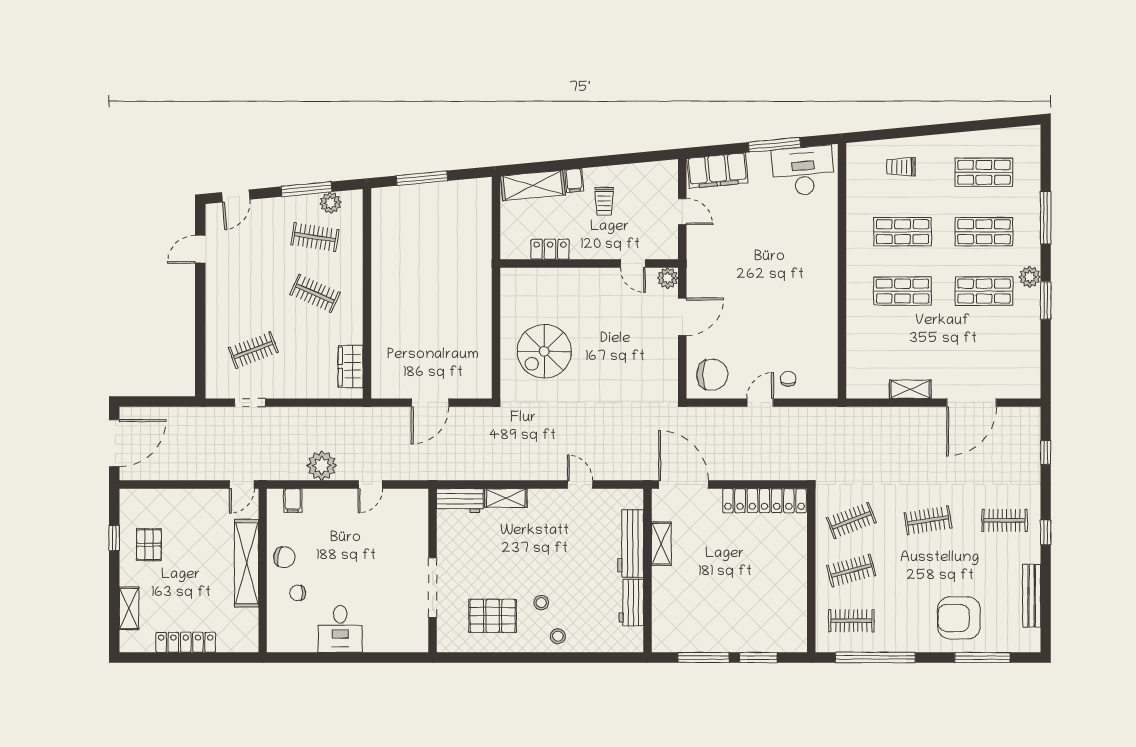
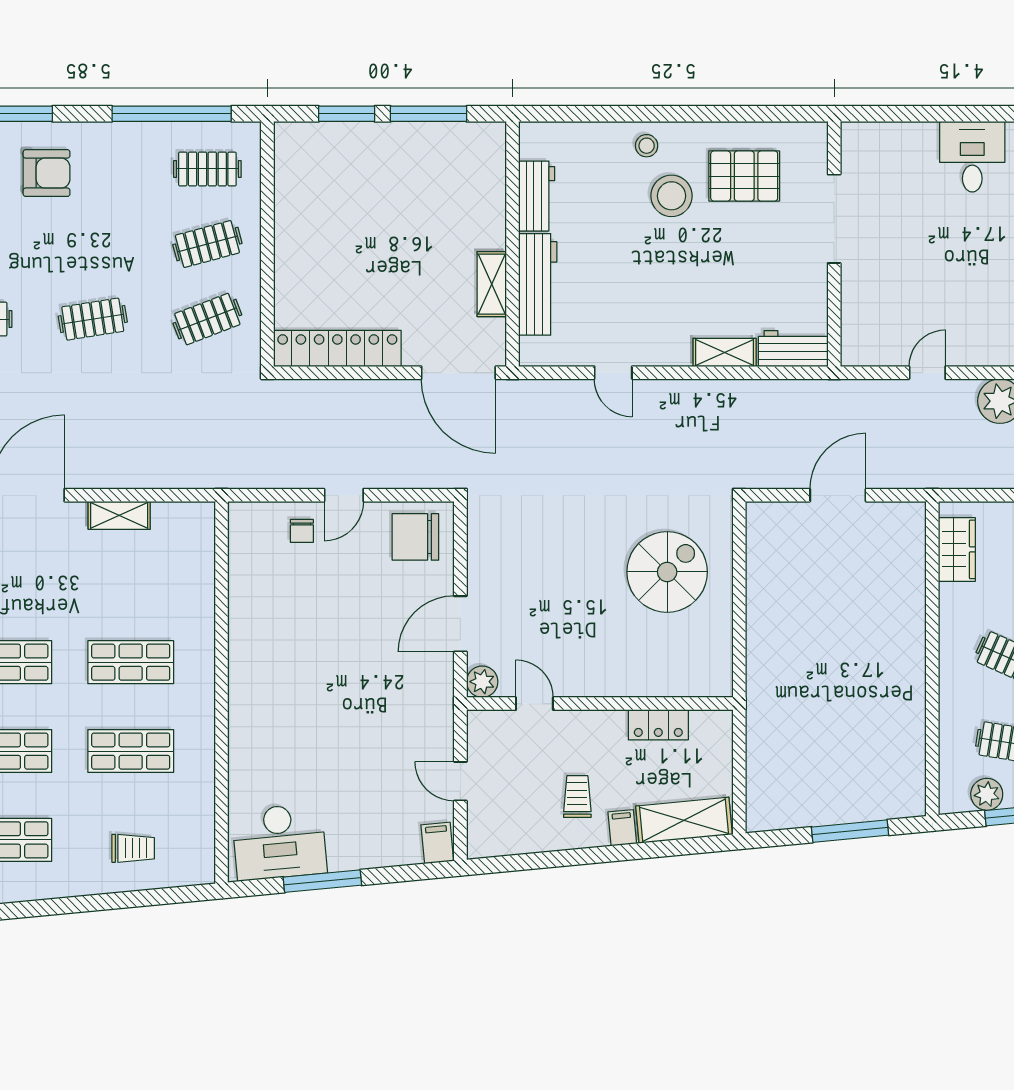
filing cabinet: (717, 171) -> (437, 843), width x0.33, depth x0.86
stool: (541, 603) -> (671, 196), width x1.89, depth x1.89
armchair: (959, 618) -> (47, 173), width x0.73, depth x0.73

